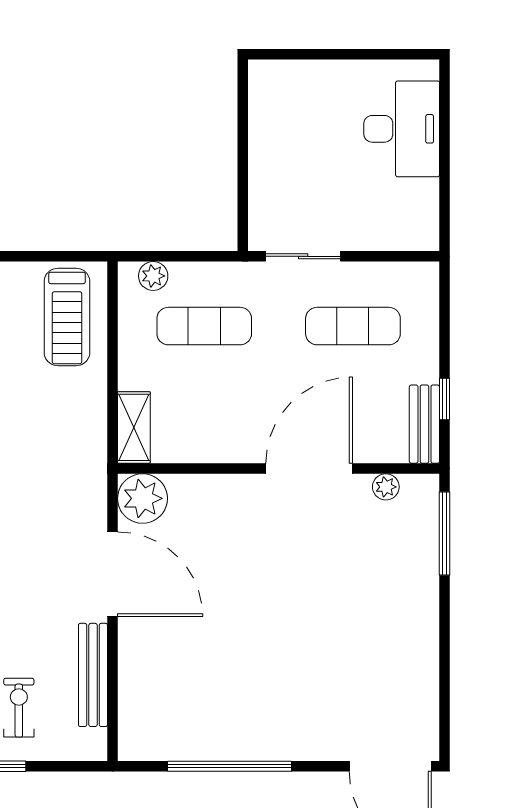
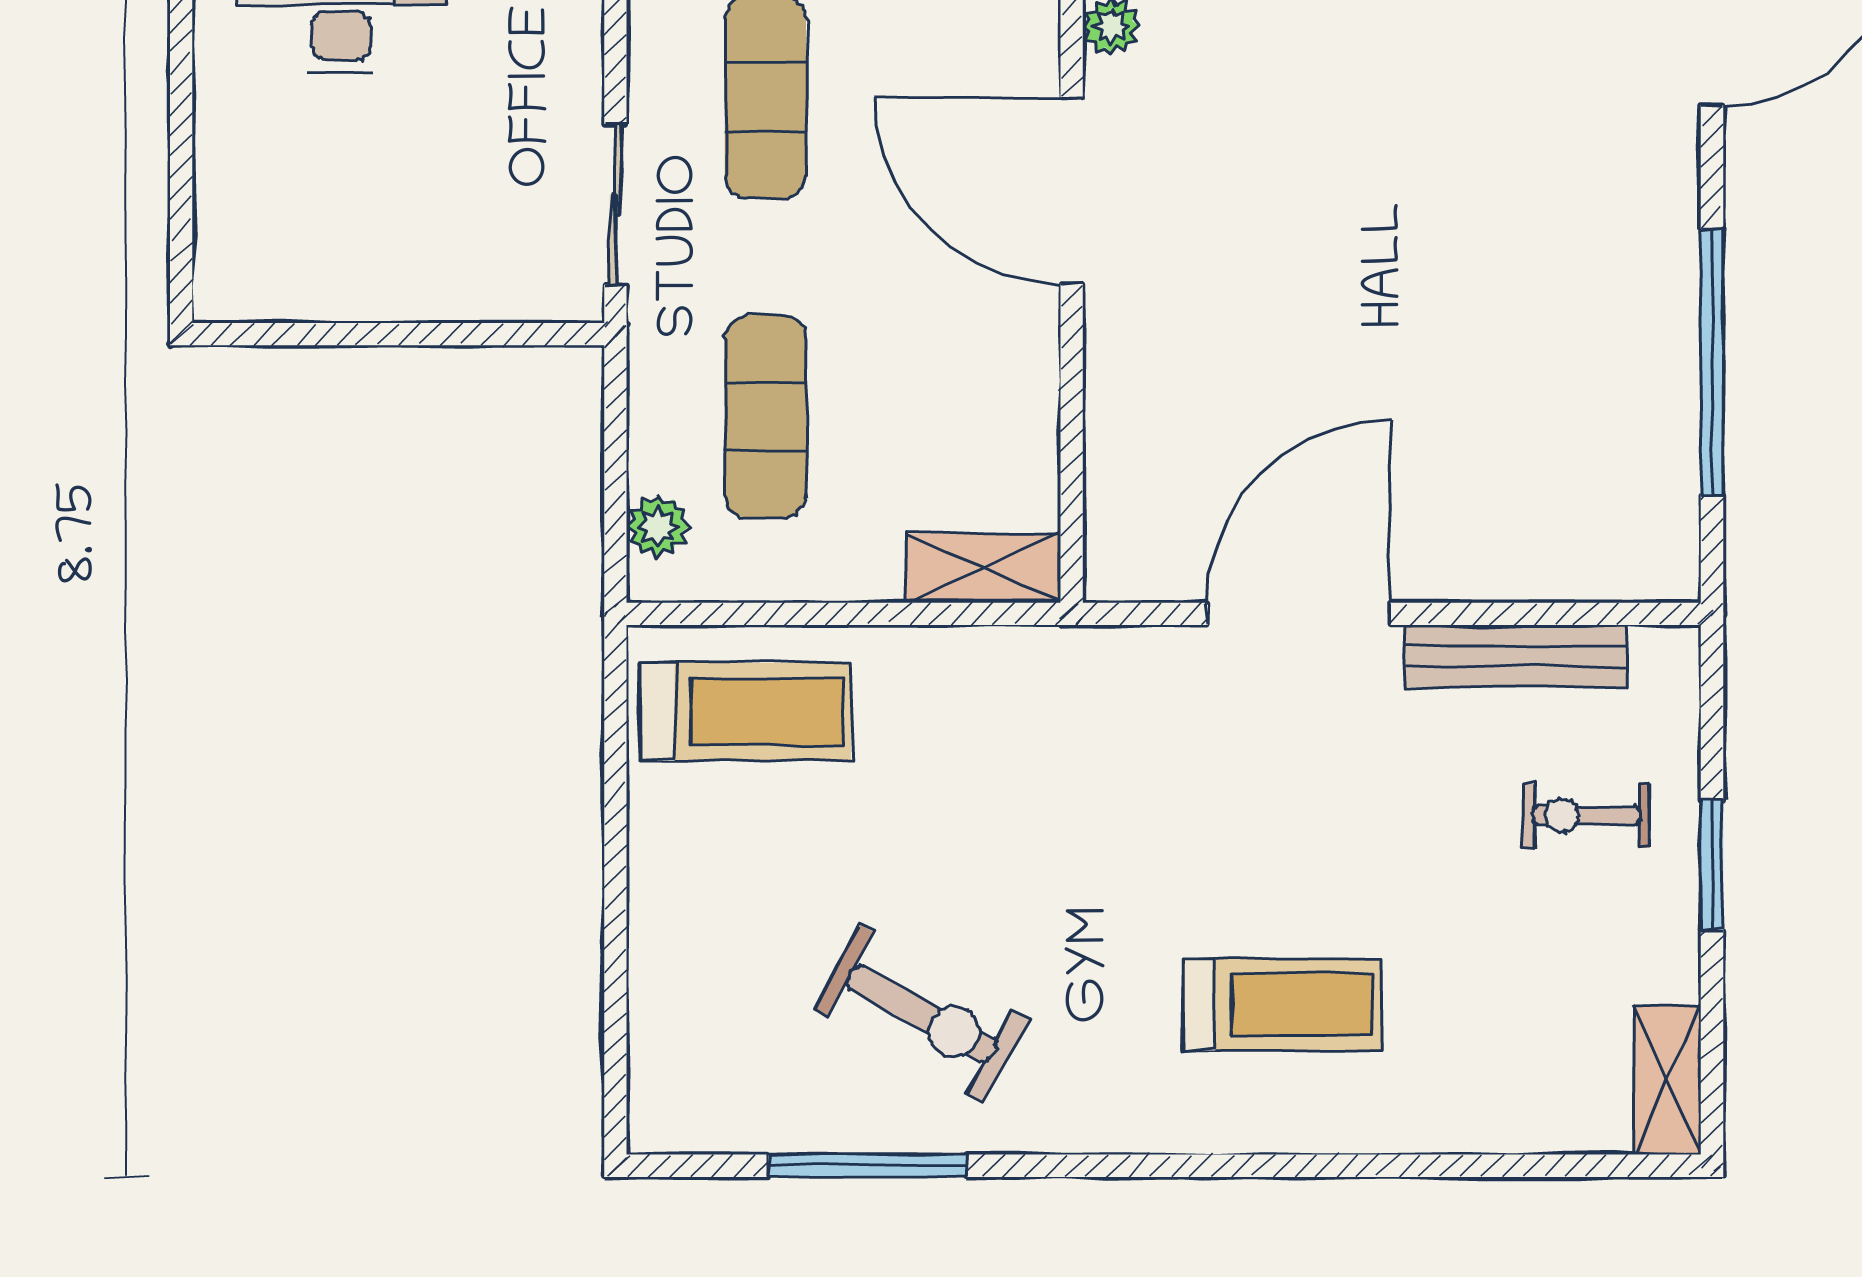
plant: (143, 498) -> (1136, 549), removed

